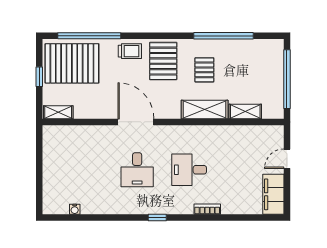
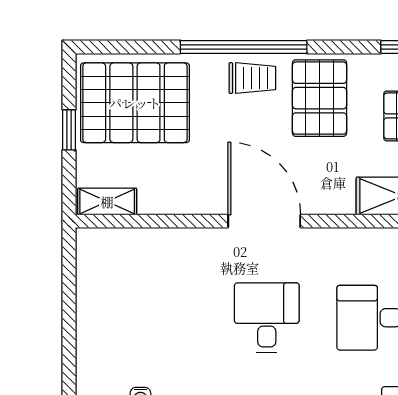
window: (89, 36) -> (244, 47), moved
desk: (137, 170) -> (267, 318), turned 180

